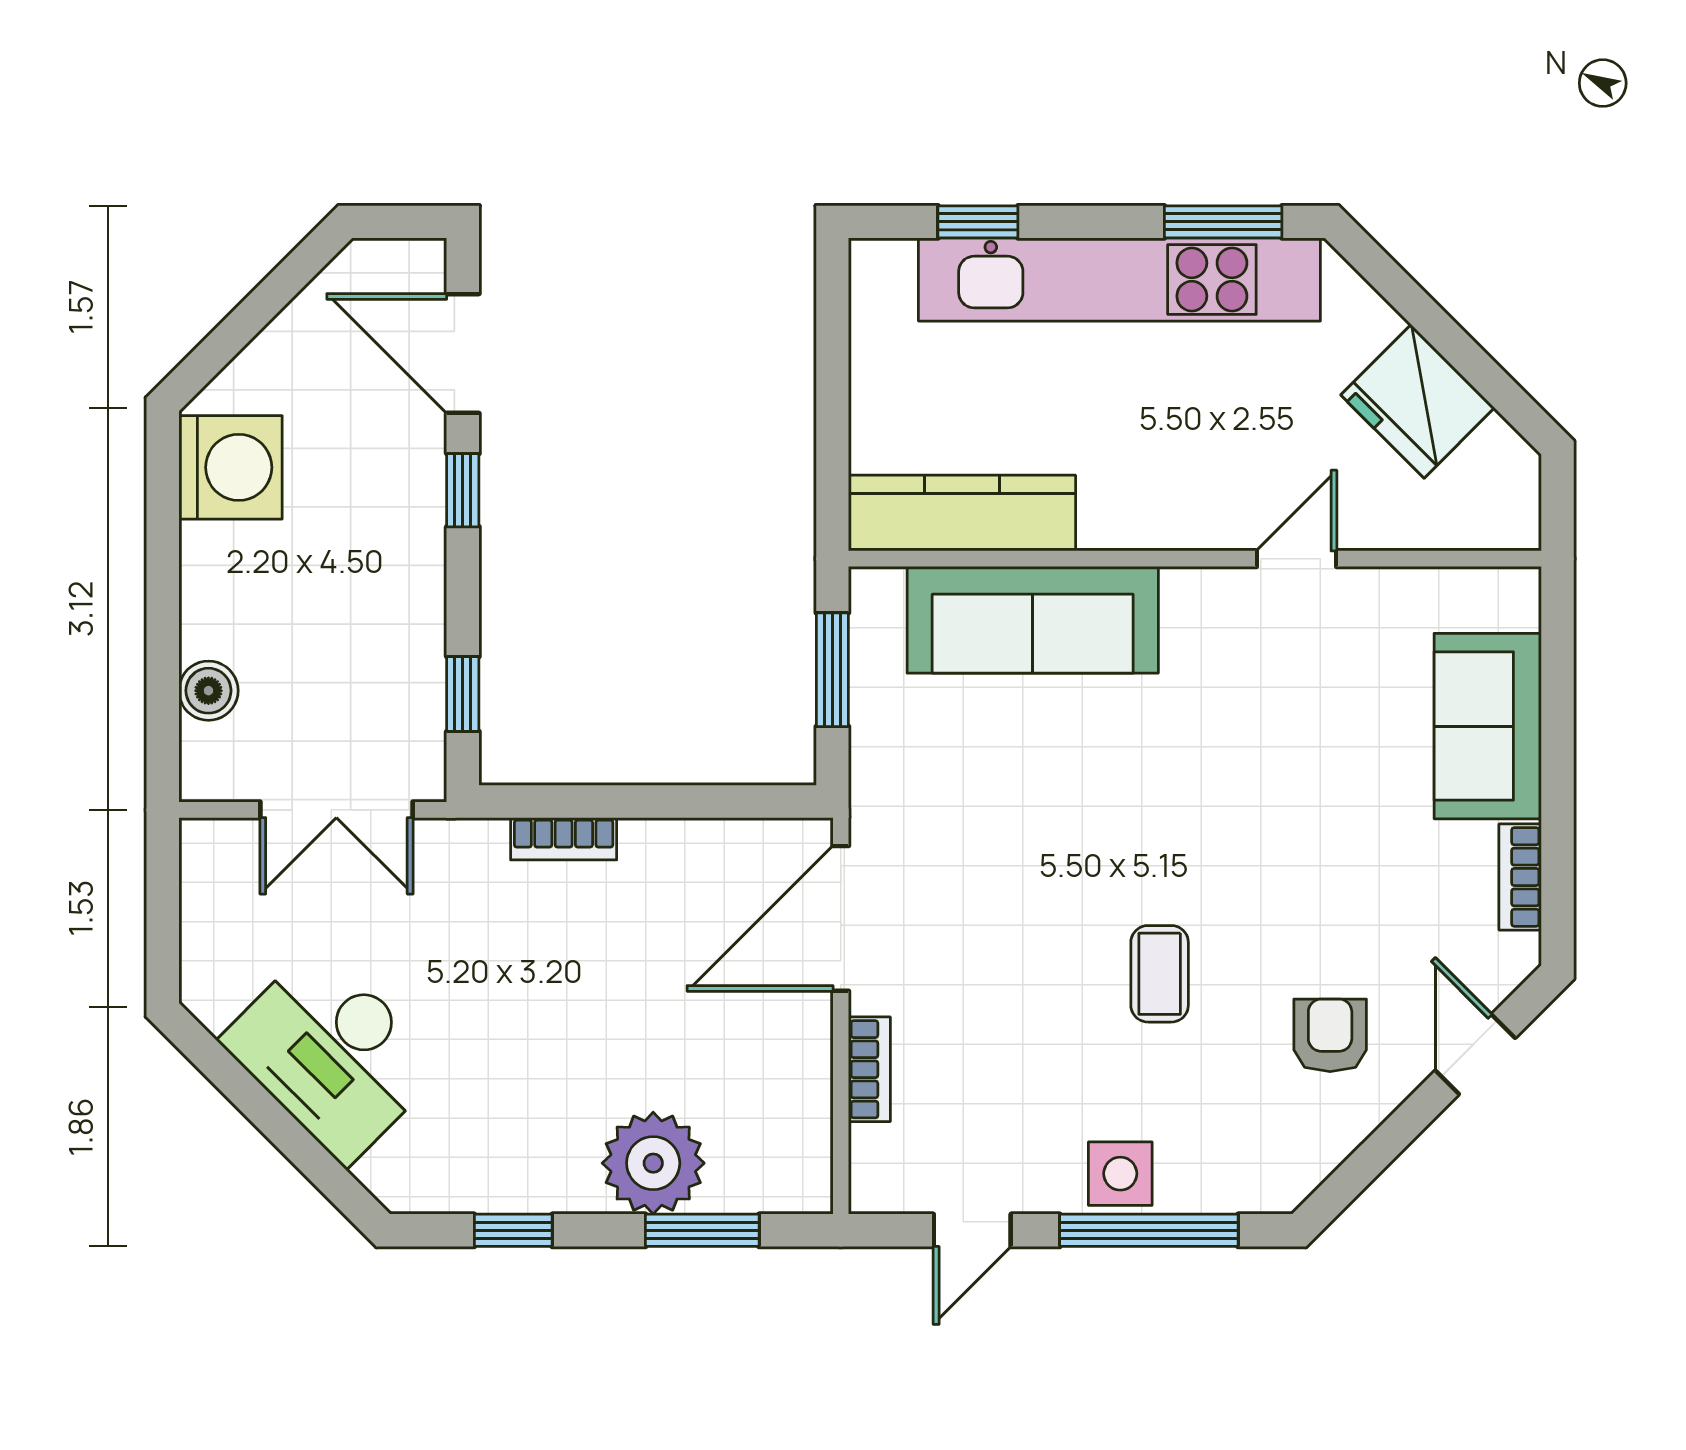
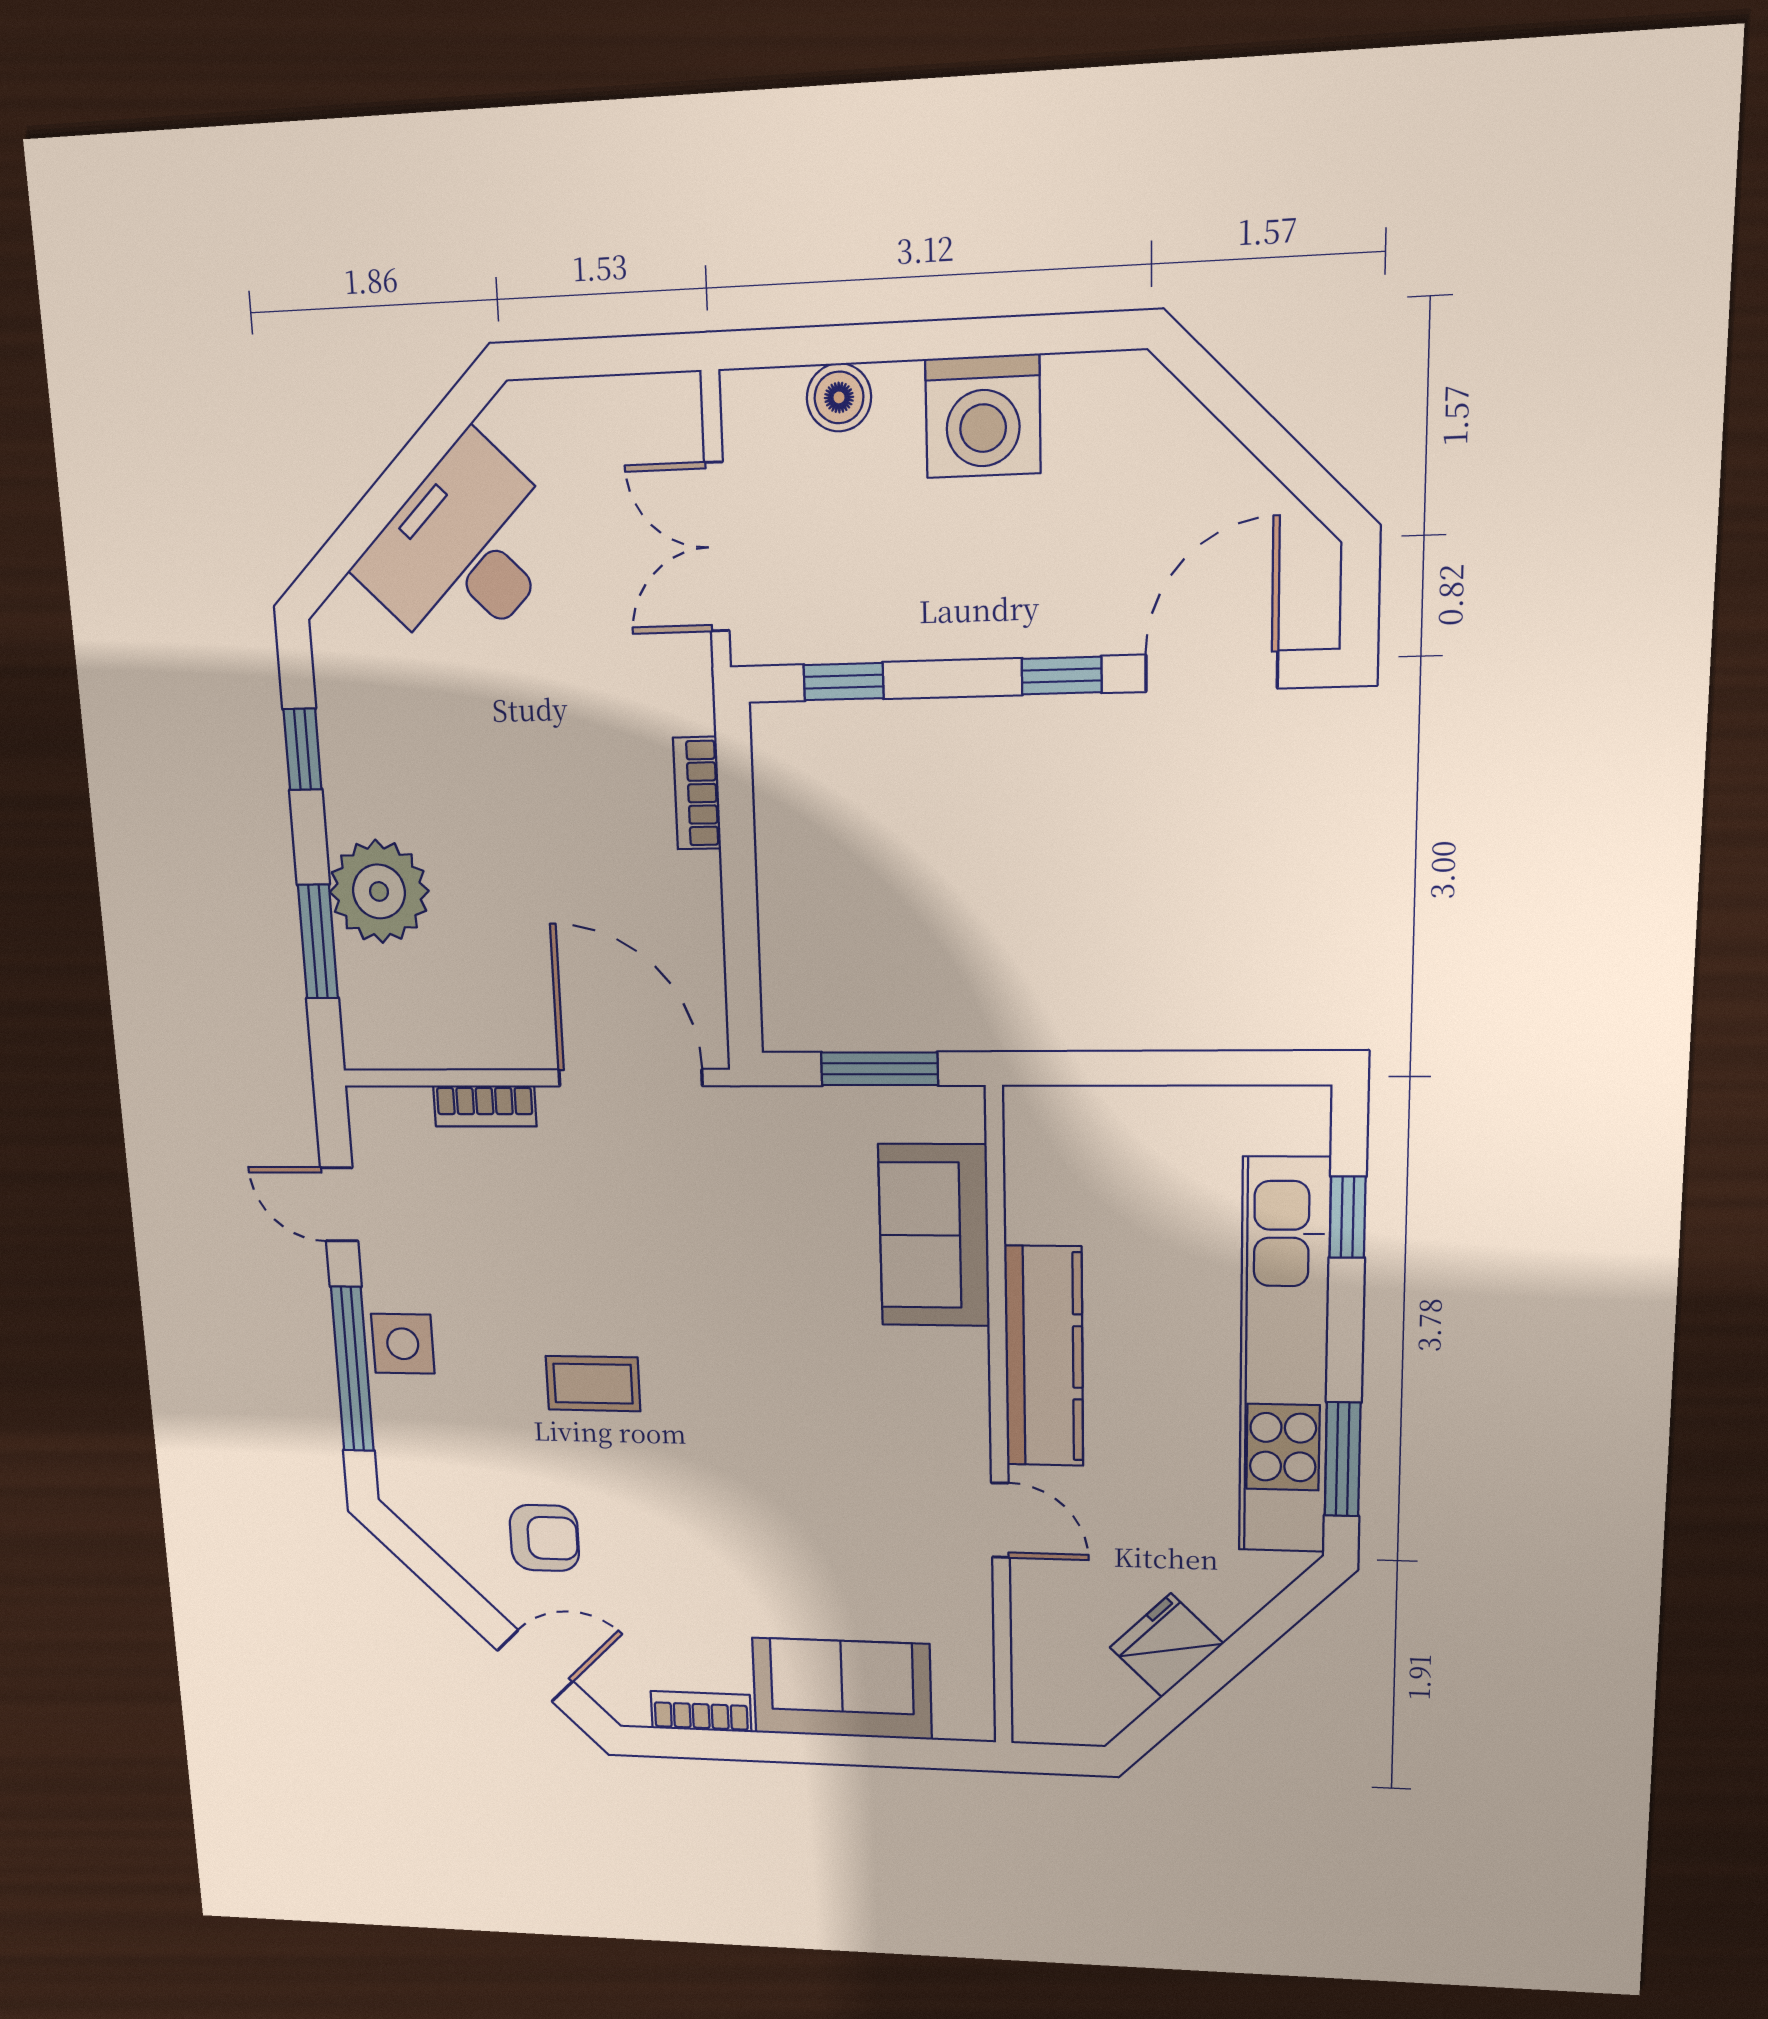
fridge: (1418, 401) -> (1167, 1645), width x0.73, depth x0.75
washing machine: (230, 467) -> (983, 416), moved
kitchen counter: (962, 513) -> (1044, 1357), moved
sofa: (1033, 620) -> (934, 1235), width x0.73

